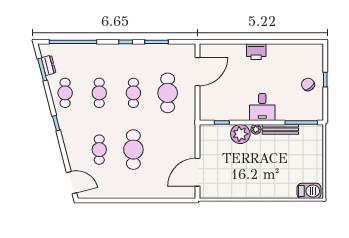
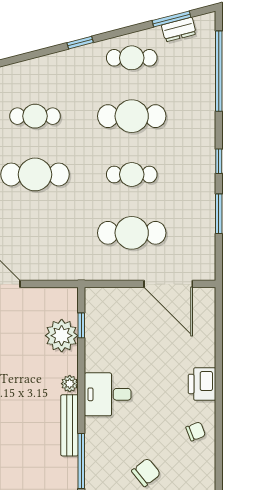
chair: (284, 55) -> (196, 431), added
cafe table: (99, 93) -> (132, 116), width x1.37, depth x1.35
plant: (240, 134) -> (62, 336), moved

